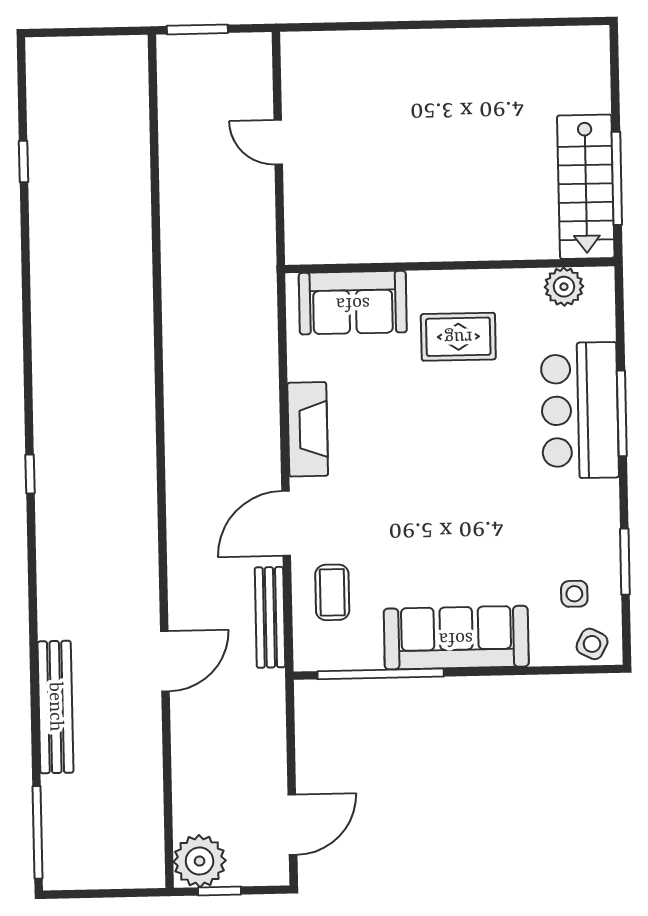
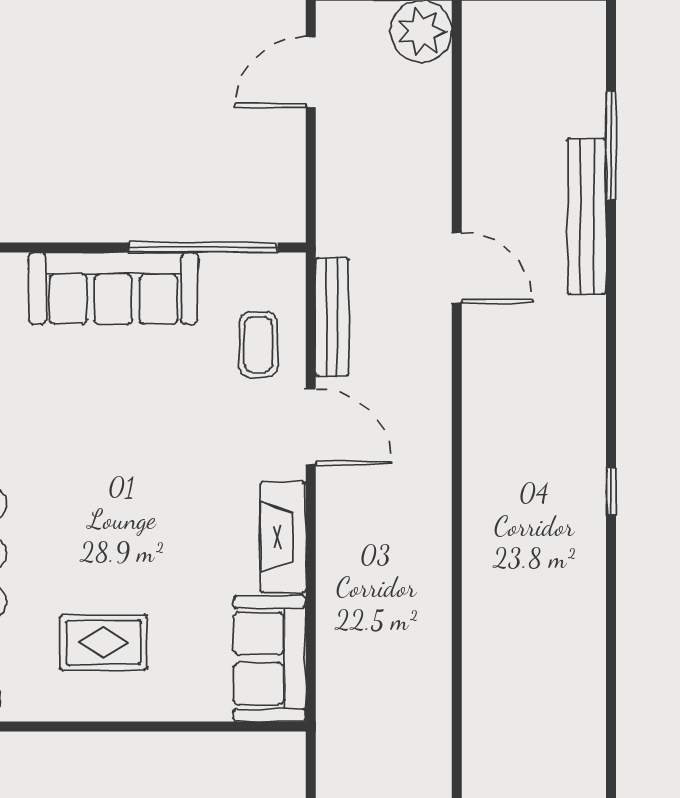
sofa: (353, 303) -> (269, 659), moved, turned -90
door: (286, 523) -> (311, 427), hinge flipped
door: (165, 661) -> (457, 268), swing flipped
window: (38, 832) -> (611, 146), moved

